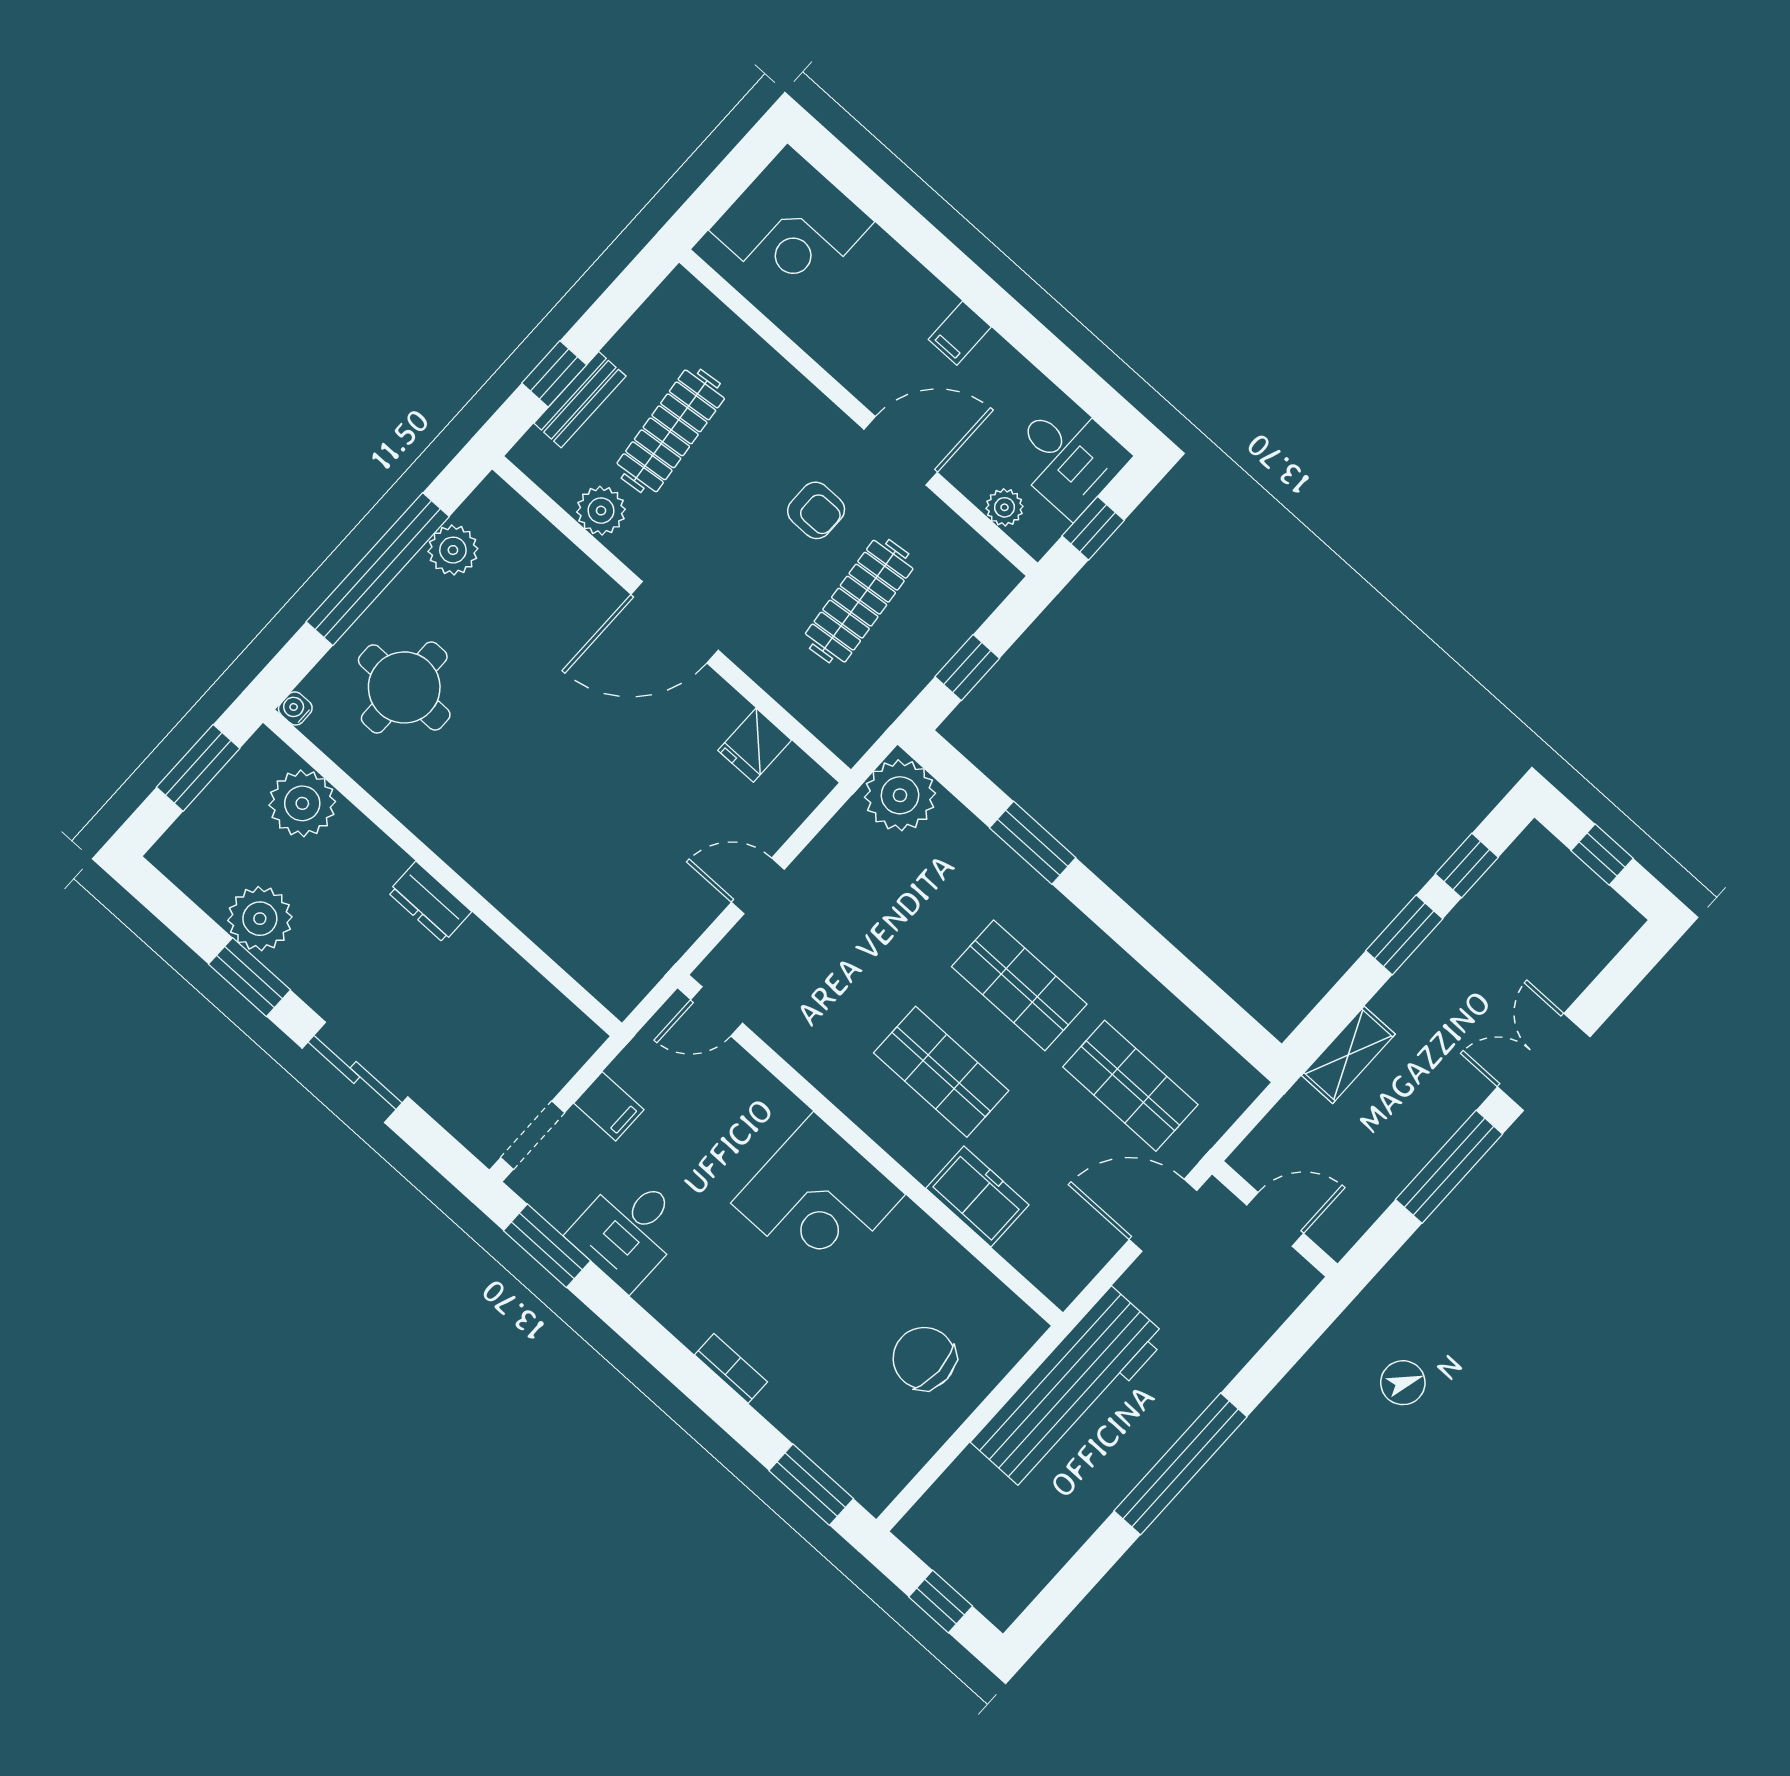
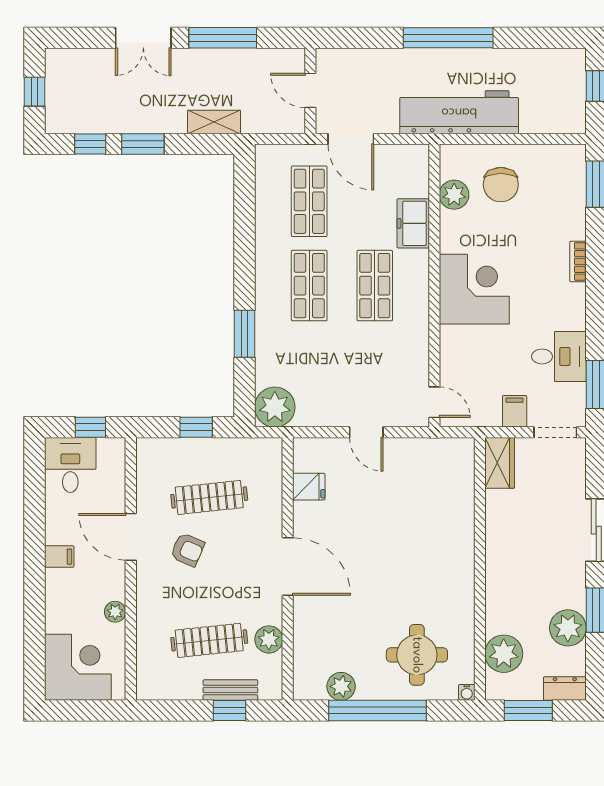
plant: (1005, 507) -> (115, 612), moved
armchair: (816, 510) -> (188, 550), turned 113
dresser: (430, 902) -> (565, 689), moved, turned -90
wardrobe: (559, 1025) -> (500, 463), added
plant: (967, 1285) -> (454, 195), added

